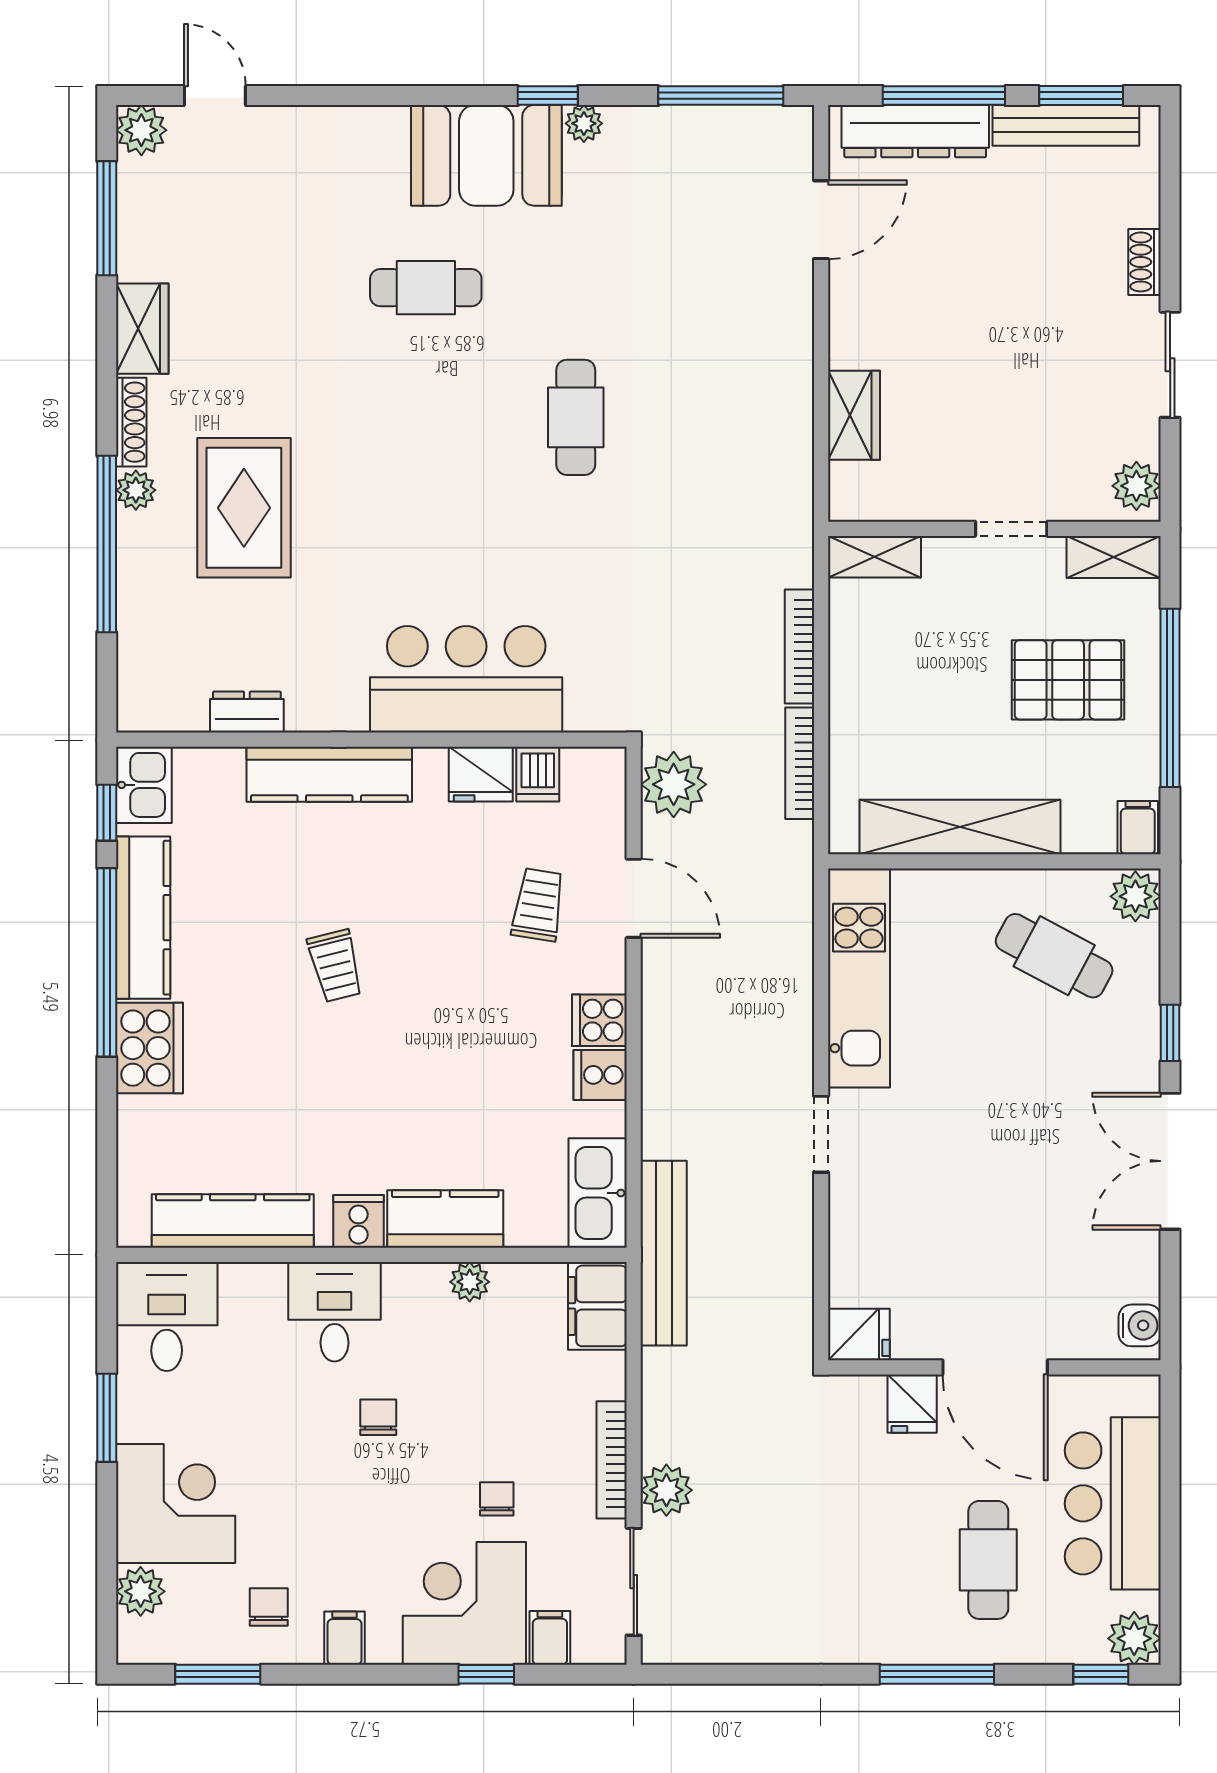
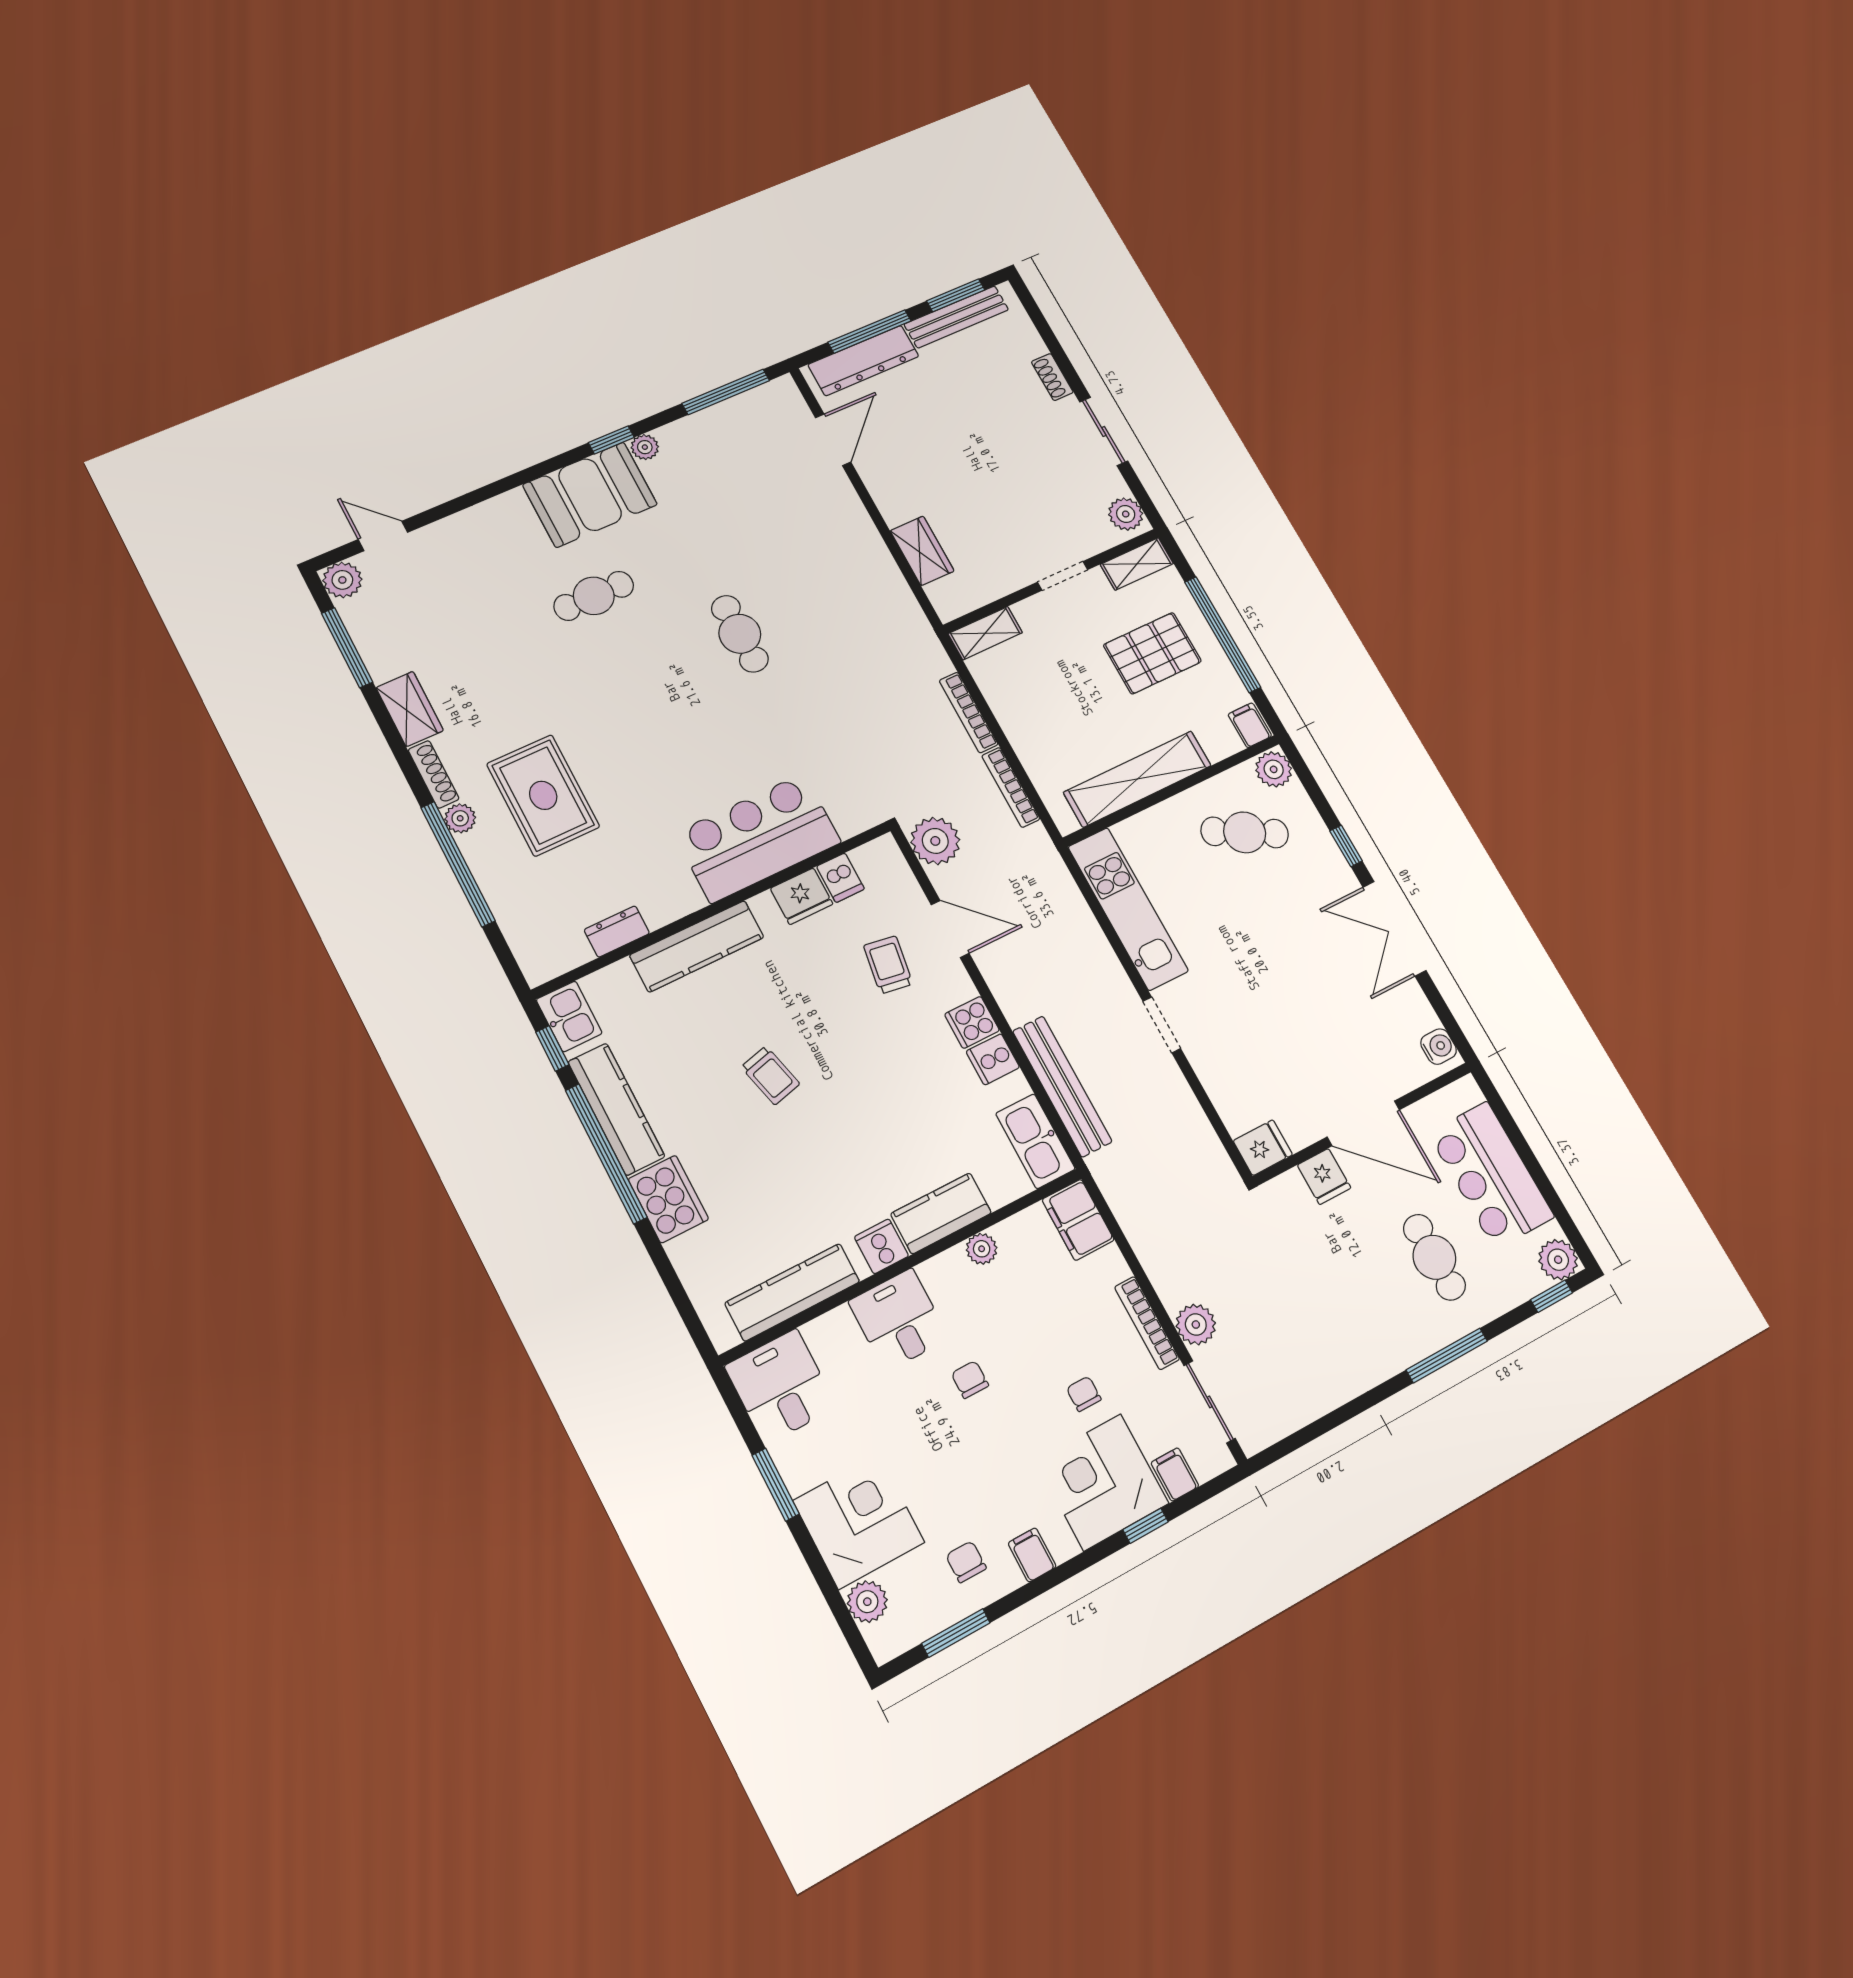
bench: (664, 1253) -> (1062, 1086), moved

